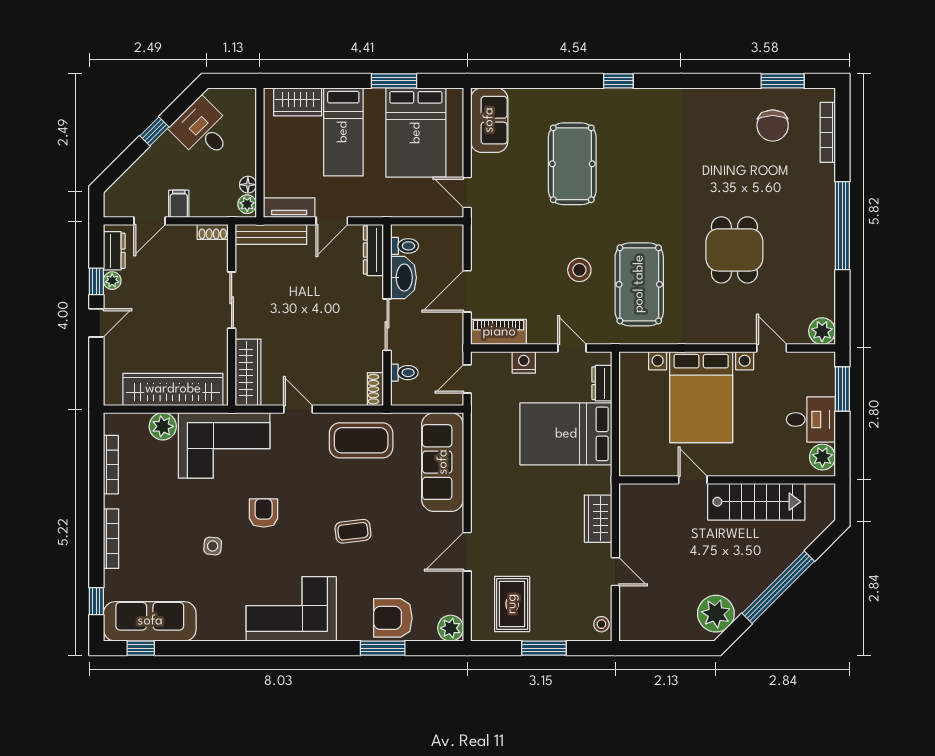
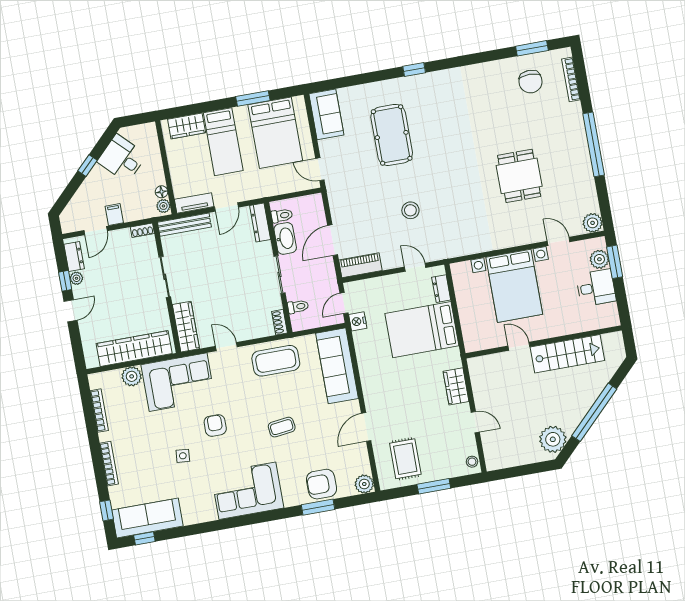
pool table: (639, 284) -> (455, 213), removed
nightstand: (524, 362) -> (358, 321), moved, turned -90
plant: (822, 457) -> (599, 259), moved

